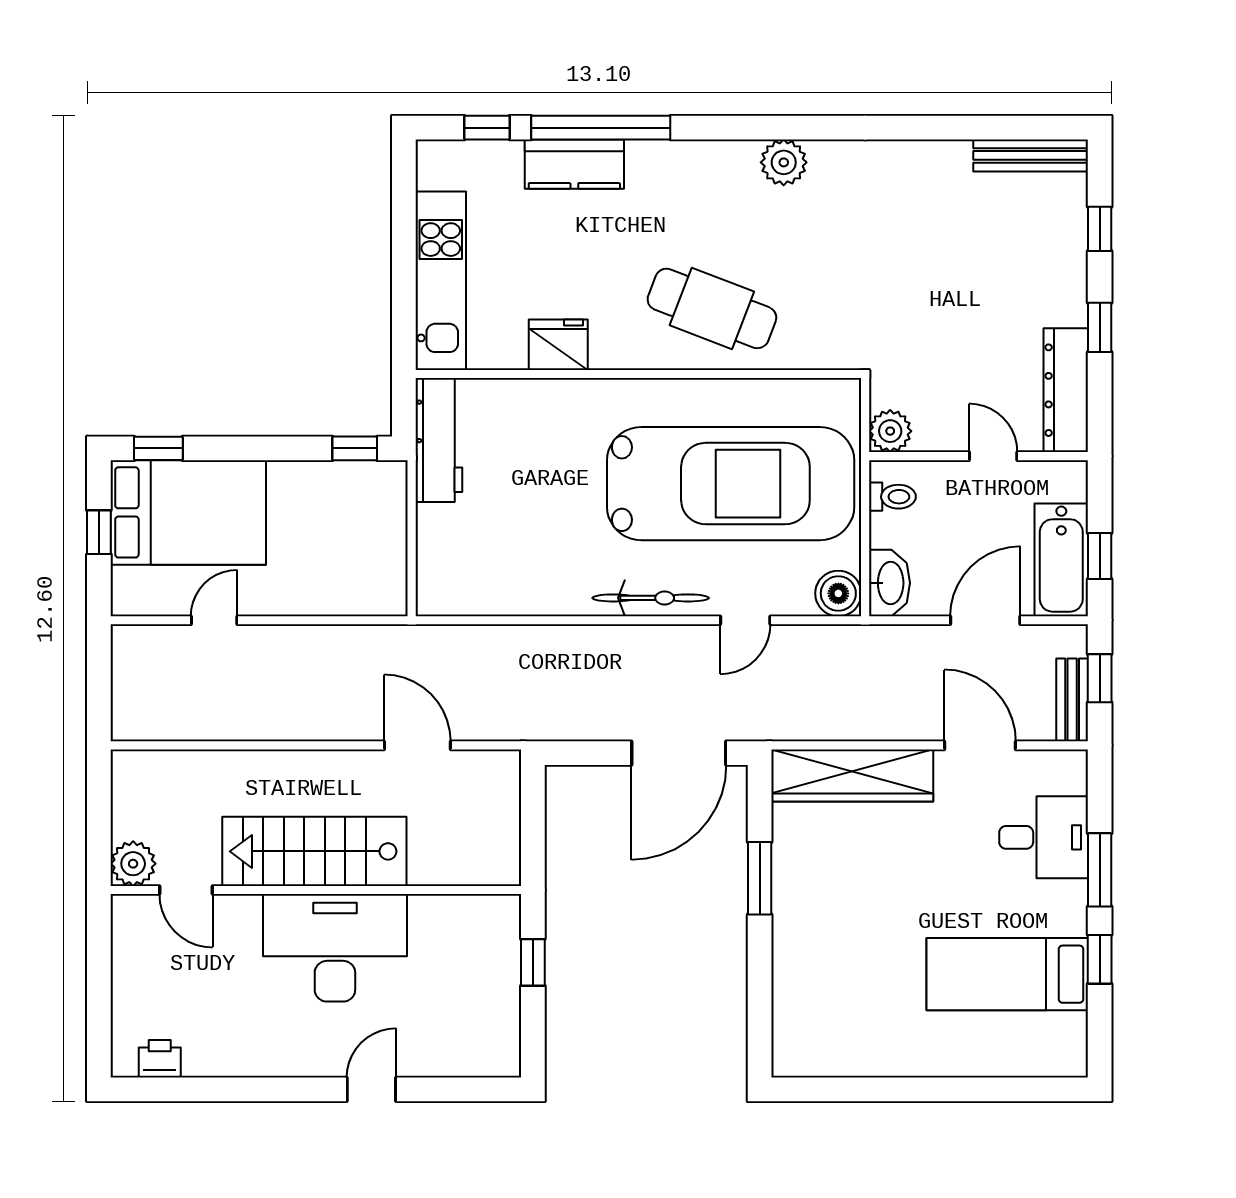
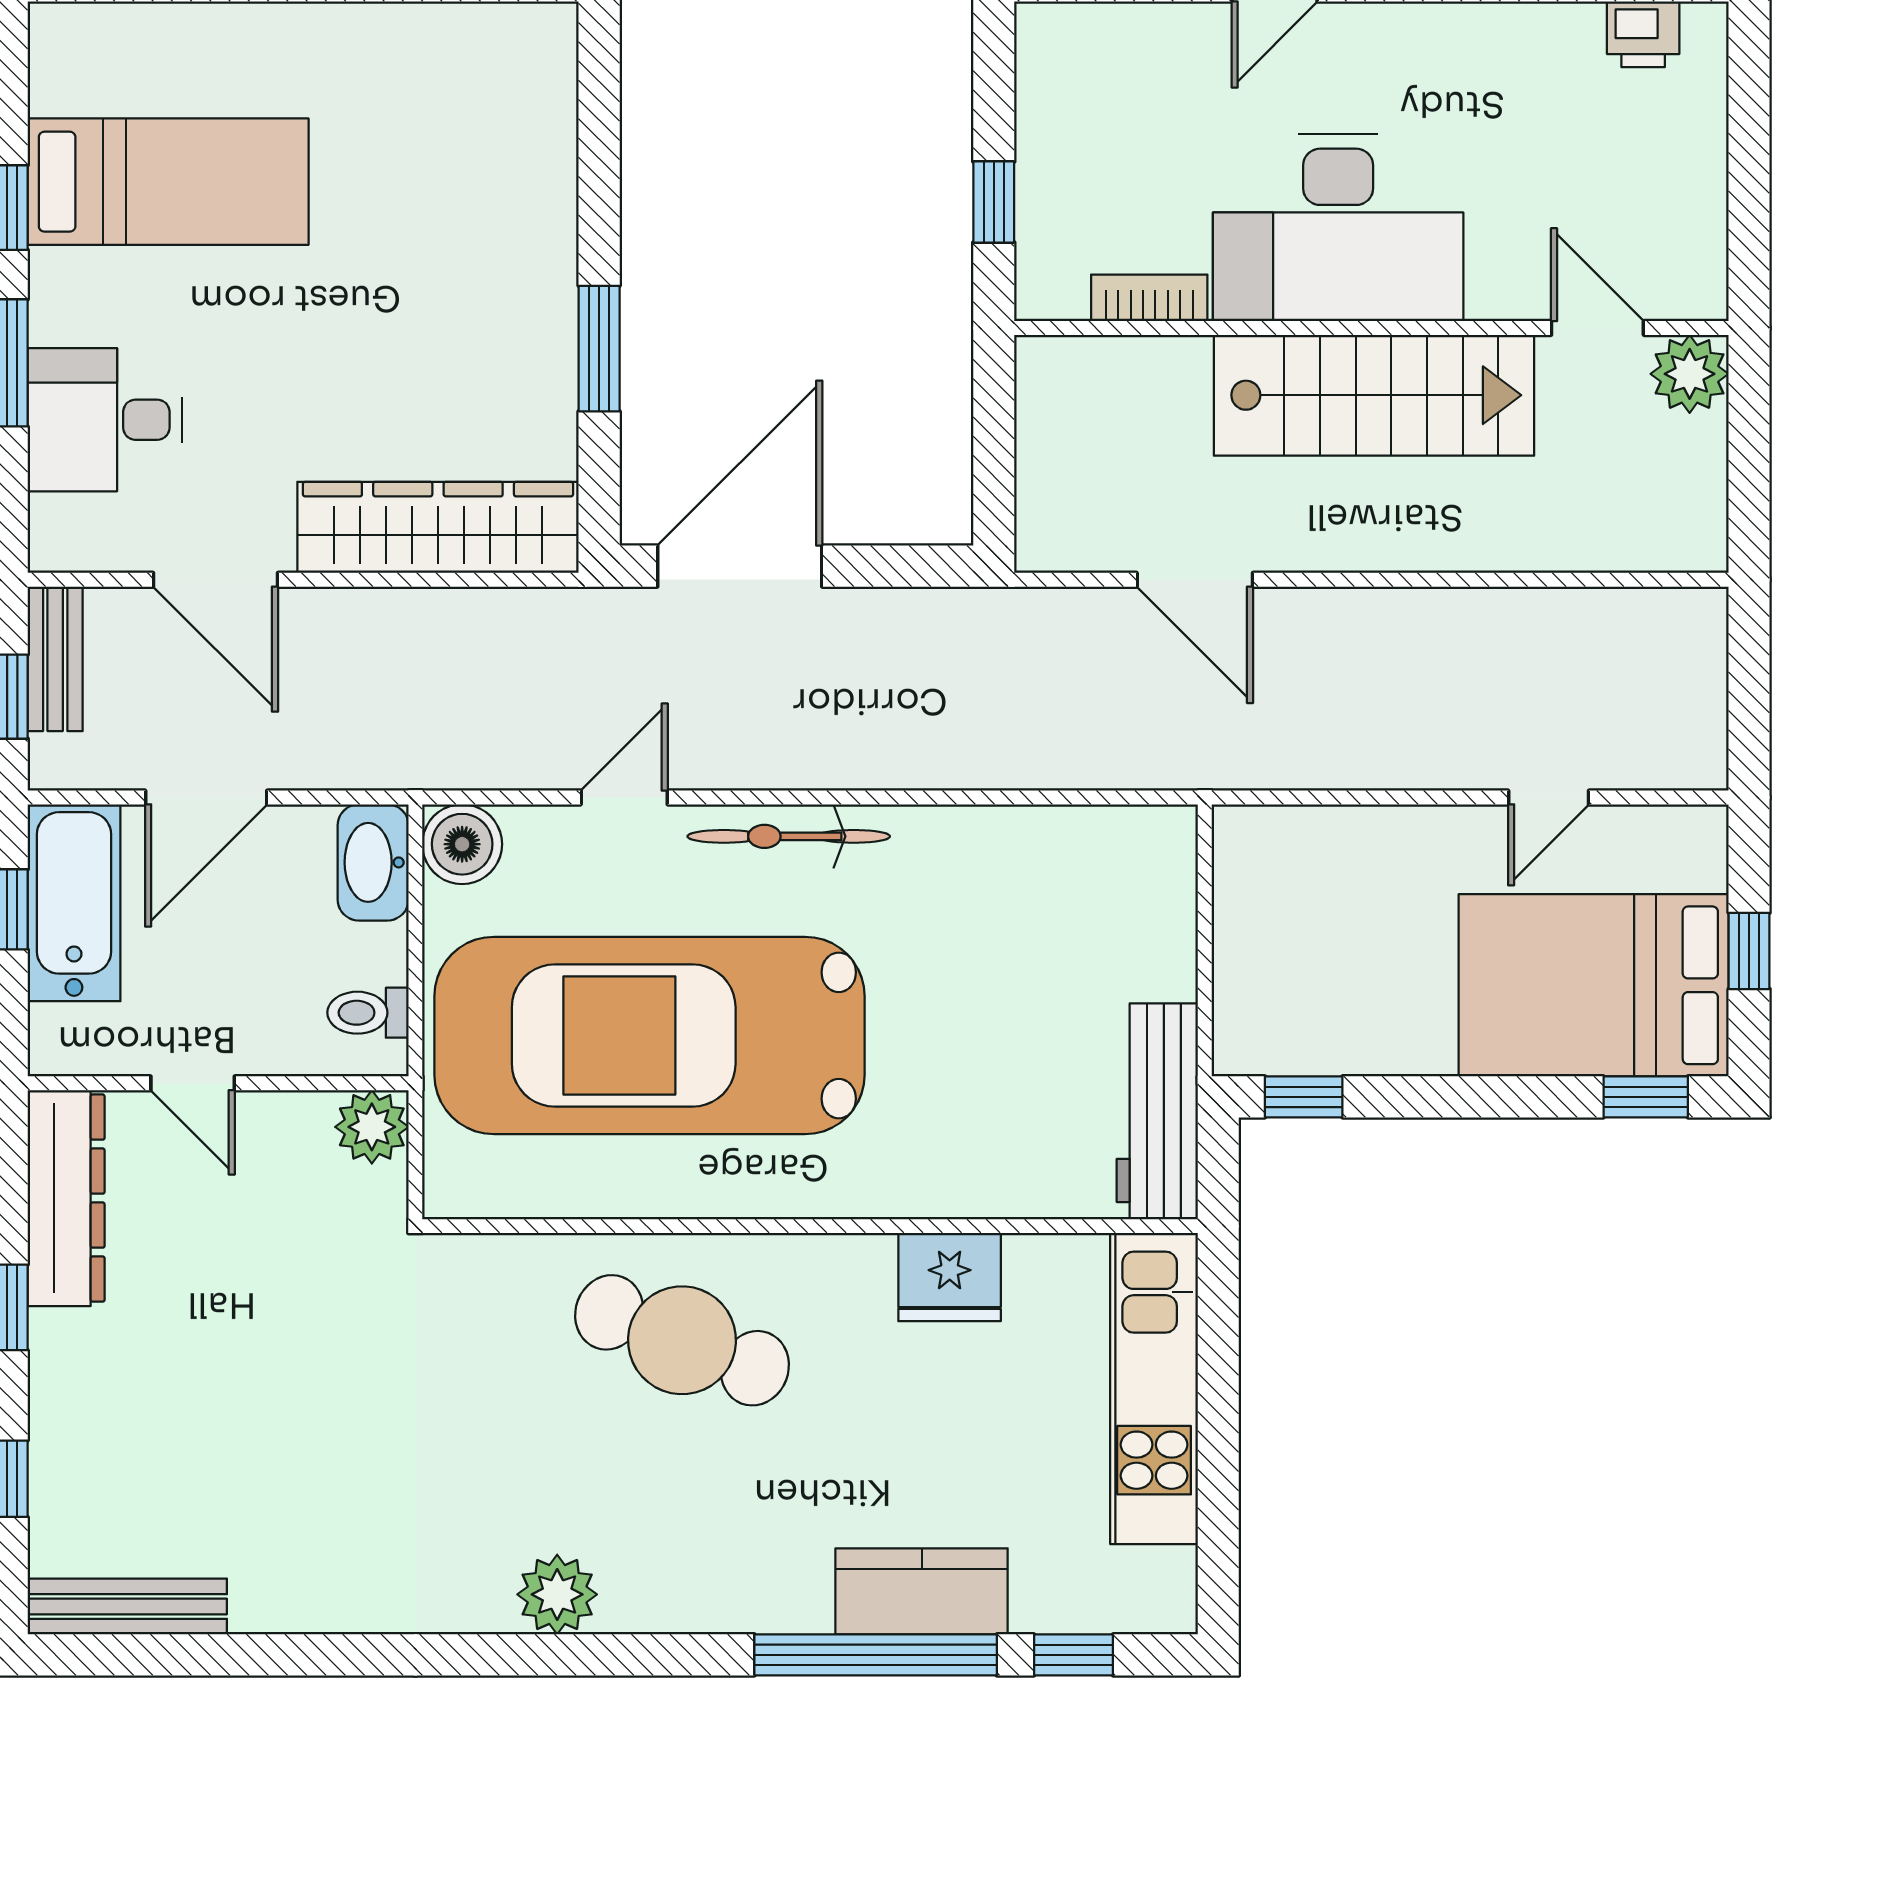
bookcase: (443, 907) -> (1149, 298), added

